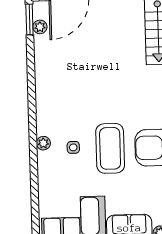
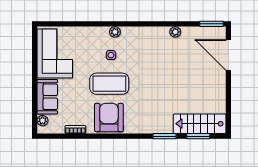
plant: (40, 27) -> (175, 32), moved

